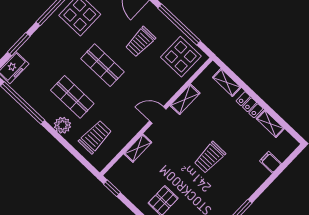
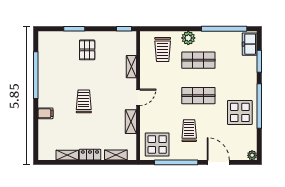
filing cabinet: (270, 162) -> (45, 113), moved

